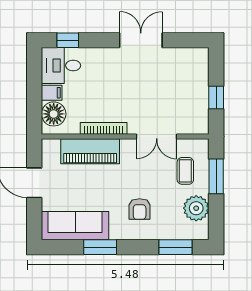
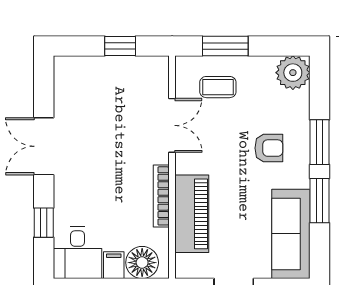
window: (68, 40) -> (44, 223), moved
plant: (196, 208) -> (293, 73), moved
window: (176, 247) -> (319, 142), moved

